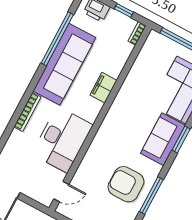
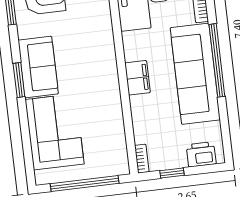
window: (57, 39) -> (217, 60), moved

